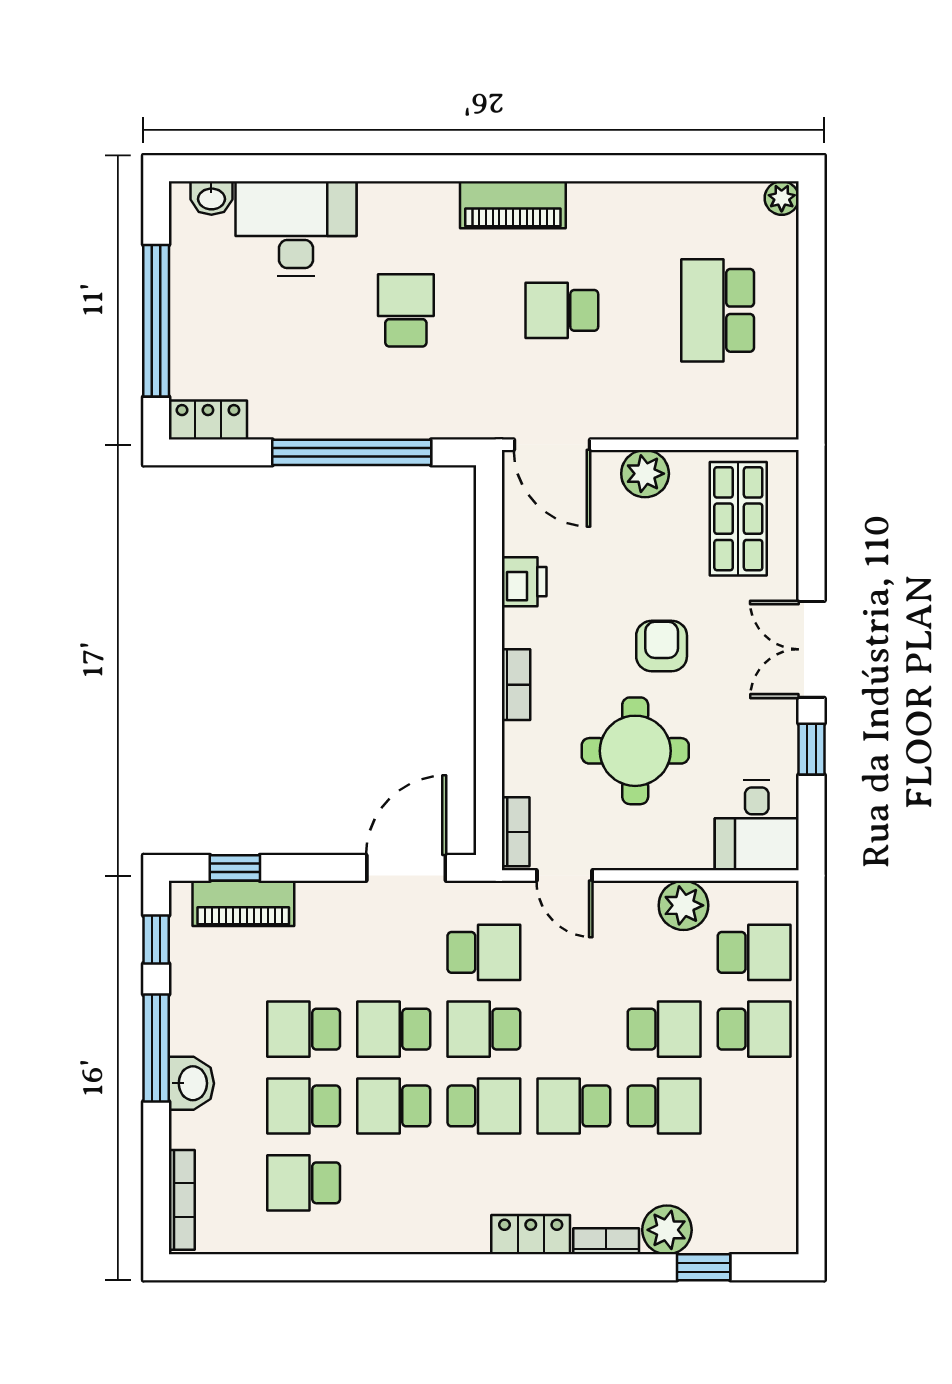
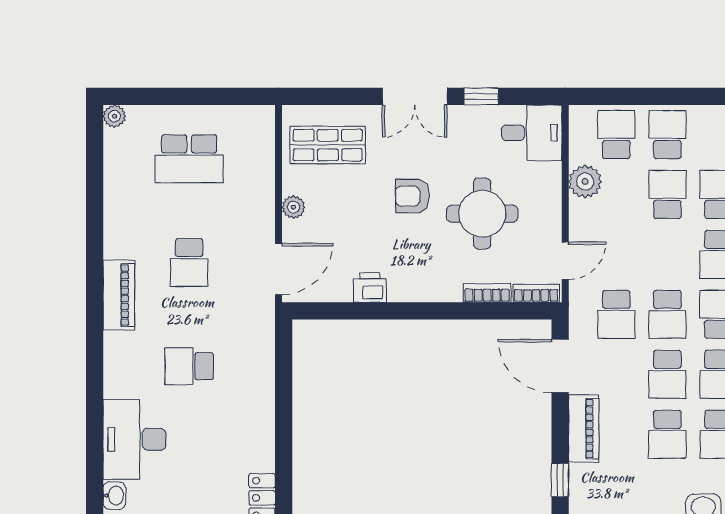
window: (352, 452) -> (284, 402), removed
plant: (645, 474) -> (293, 207), width x0.73, depth x0.73
bookcase: (516, 685) -> (487, 293), moved
piano: (243, 903) -> (584, 429), moved
school desk: (484, 952) -> (616, 314), turned 180

